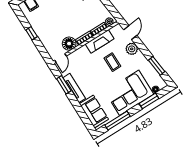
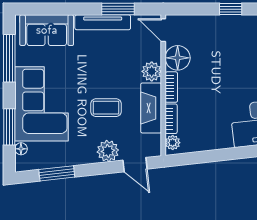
plant: (83, 52) -> (152, 71), added

